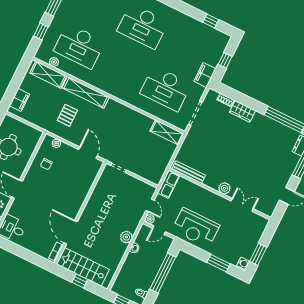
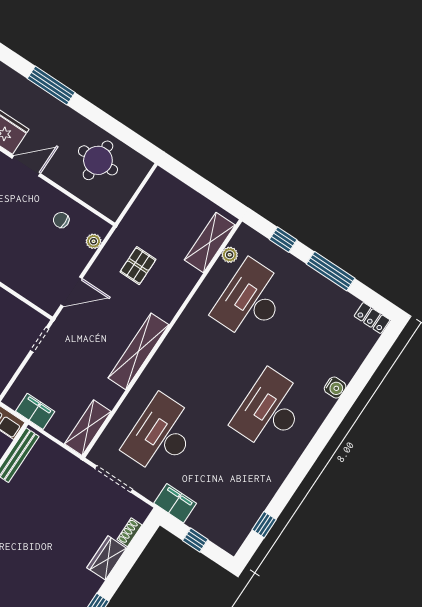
shelving: (86, 92) -> (138, 351), moved
filing cabinet: (19, 100) -> (35, 411), moved, turned 180
pallet: (67, 115) -> (138, 266), turned 90

